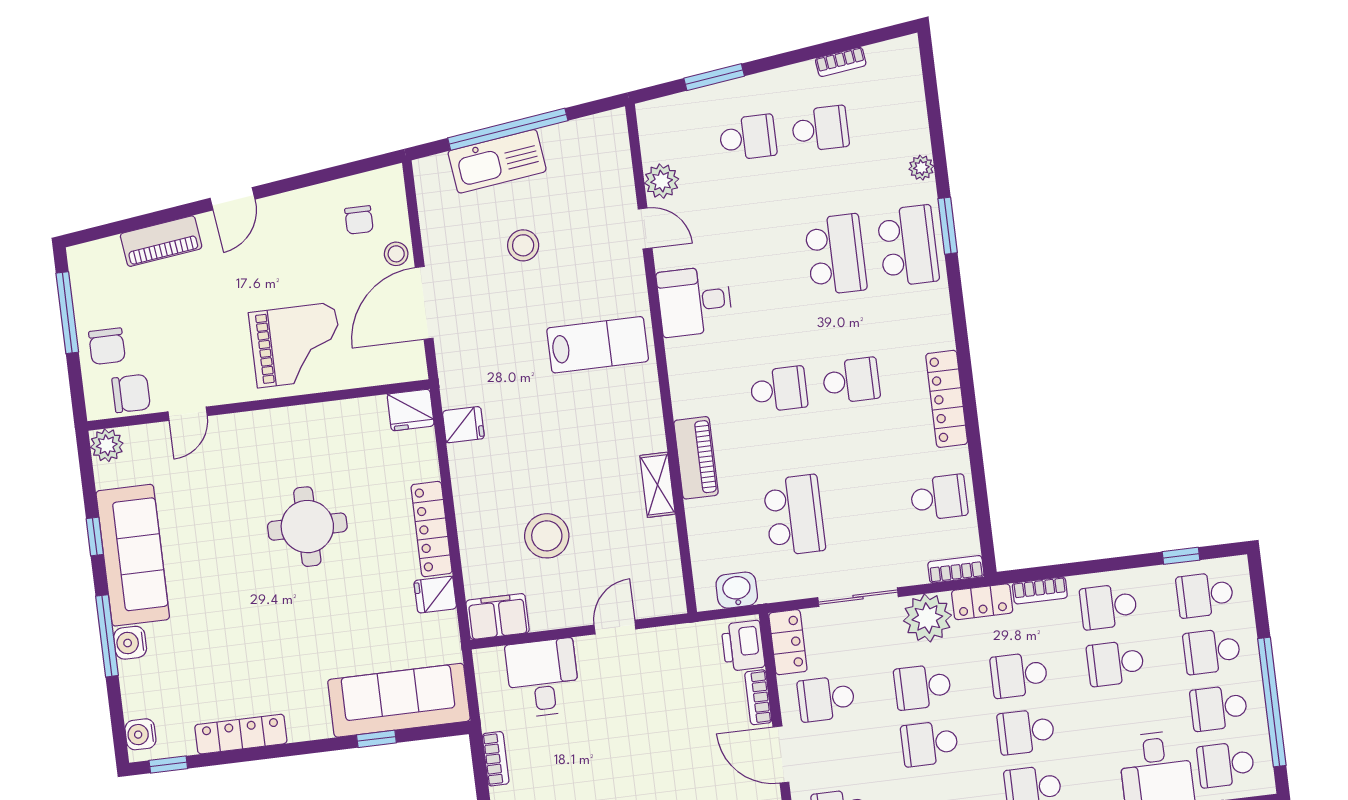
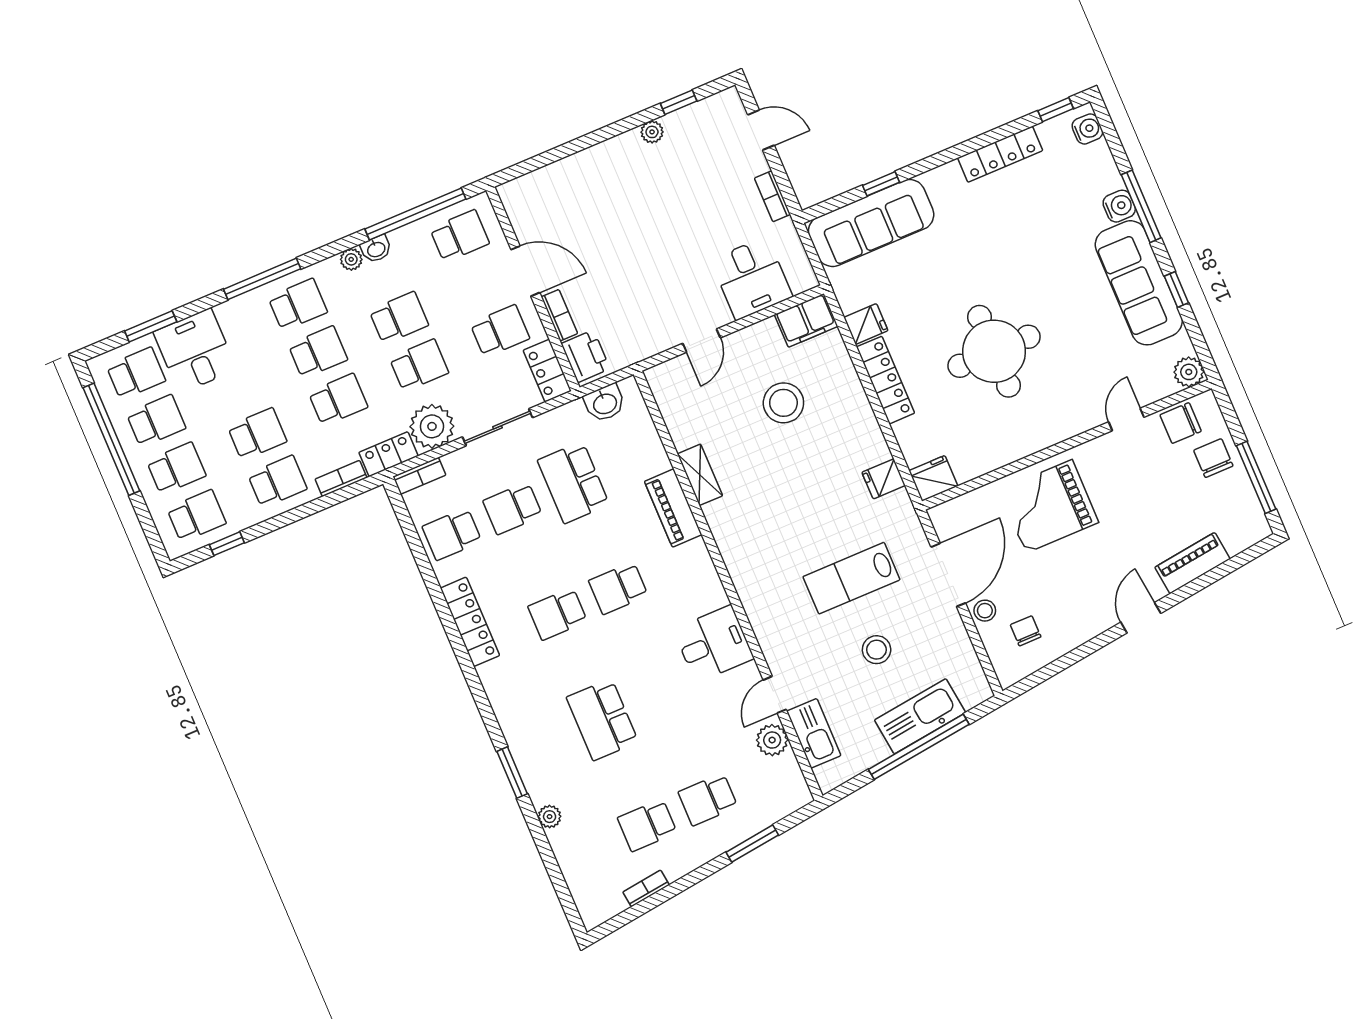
kitchen sink: (615, 176) -> (814, 733), added
door: (645, 229) -> (775, 695), hinge flipped
school desk: (908, 246) -> (513, 508), moved, width x0.54
lab bench: (598, 345) -> (851, 578), moved
round table: (307, 527) -> (994, 351), width x1.36, depth x1.36

